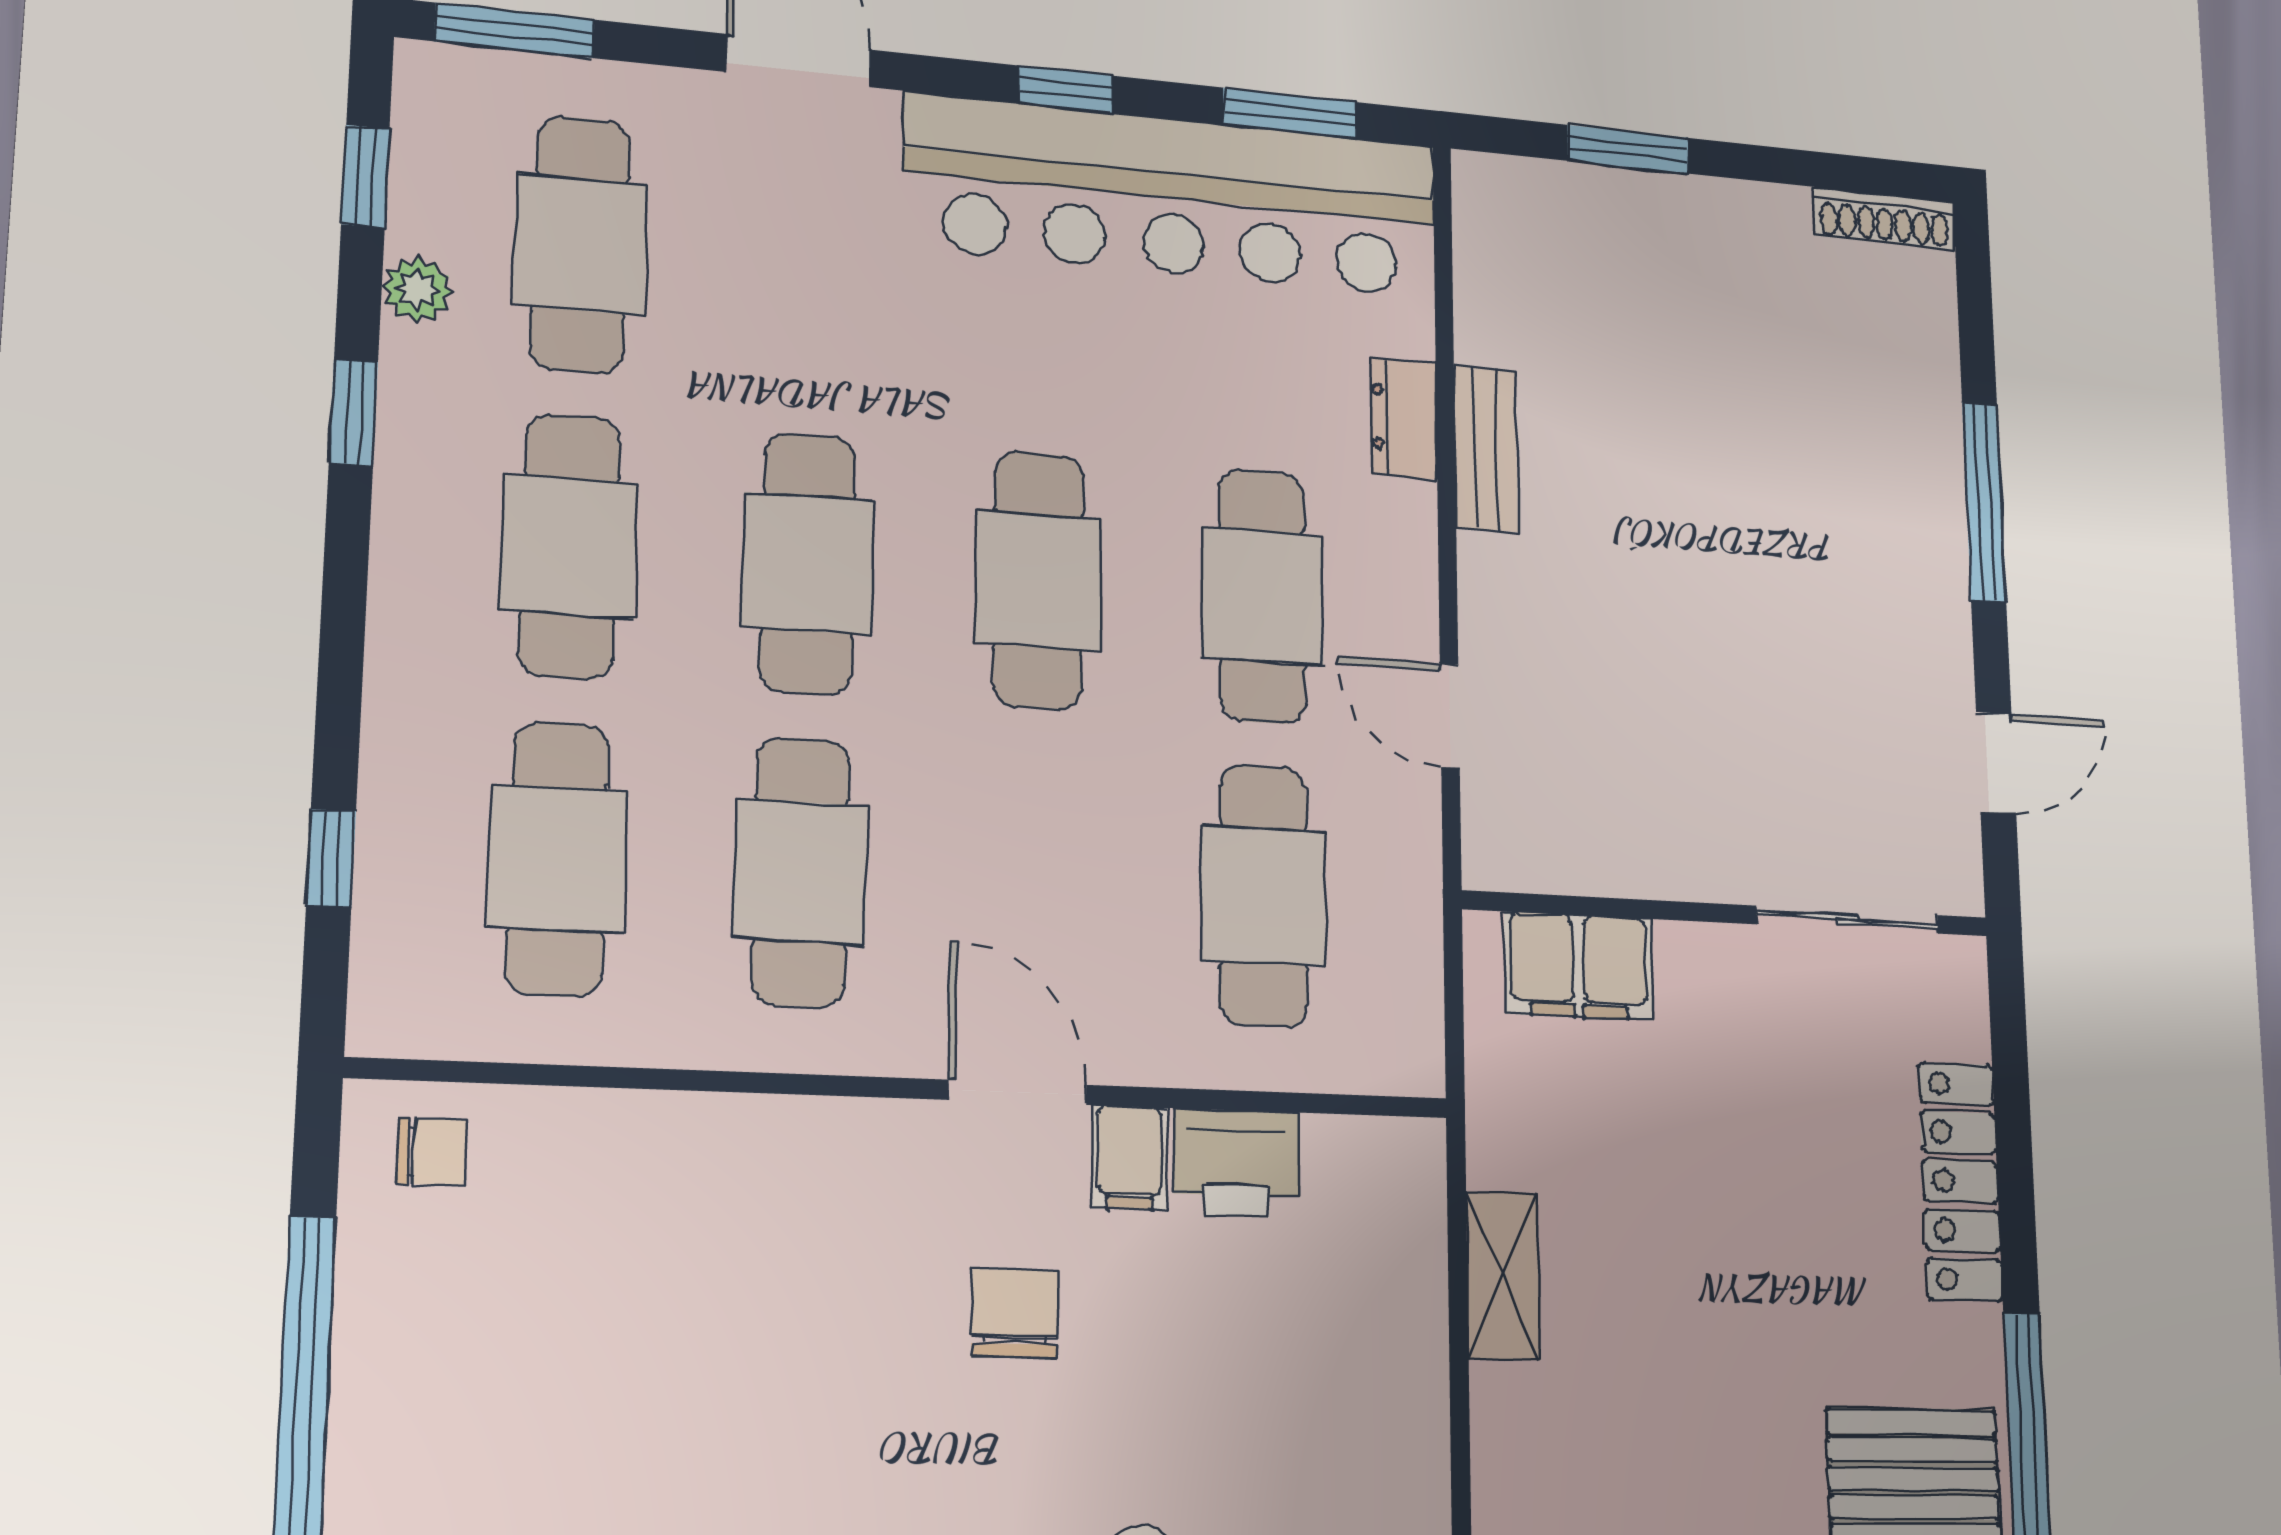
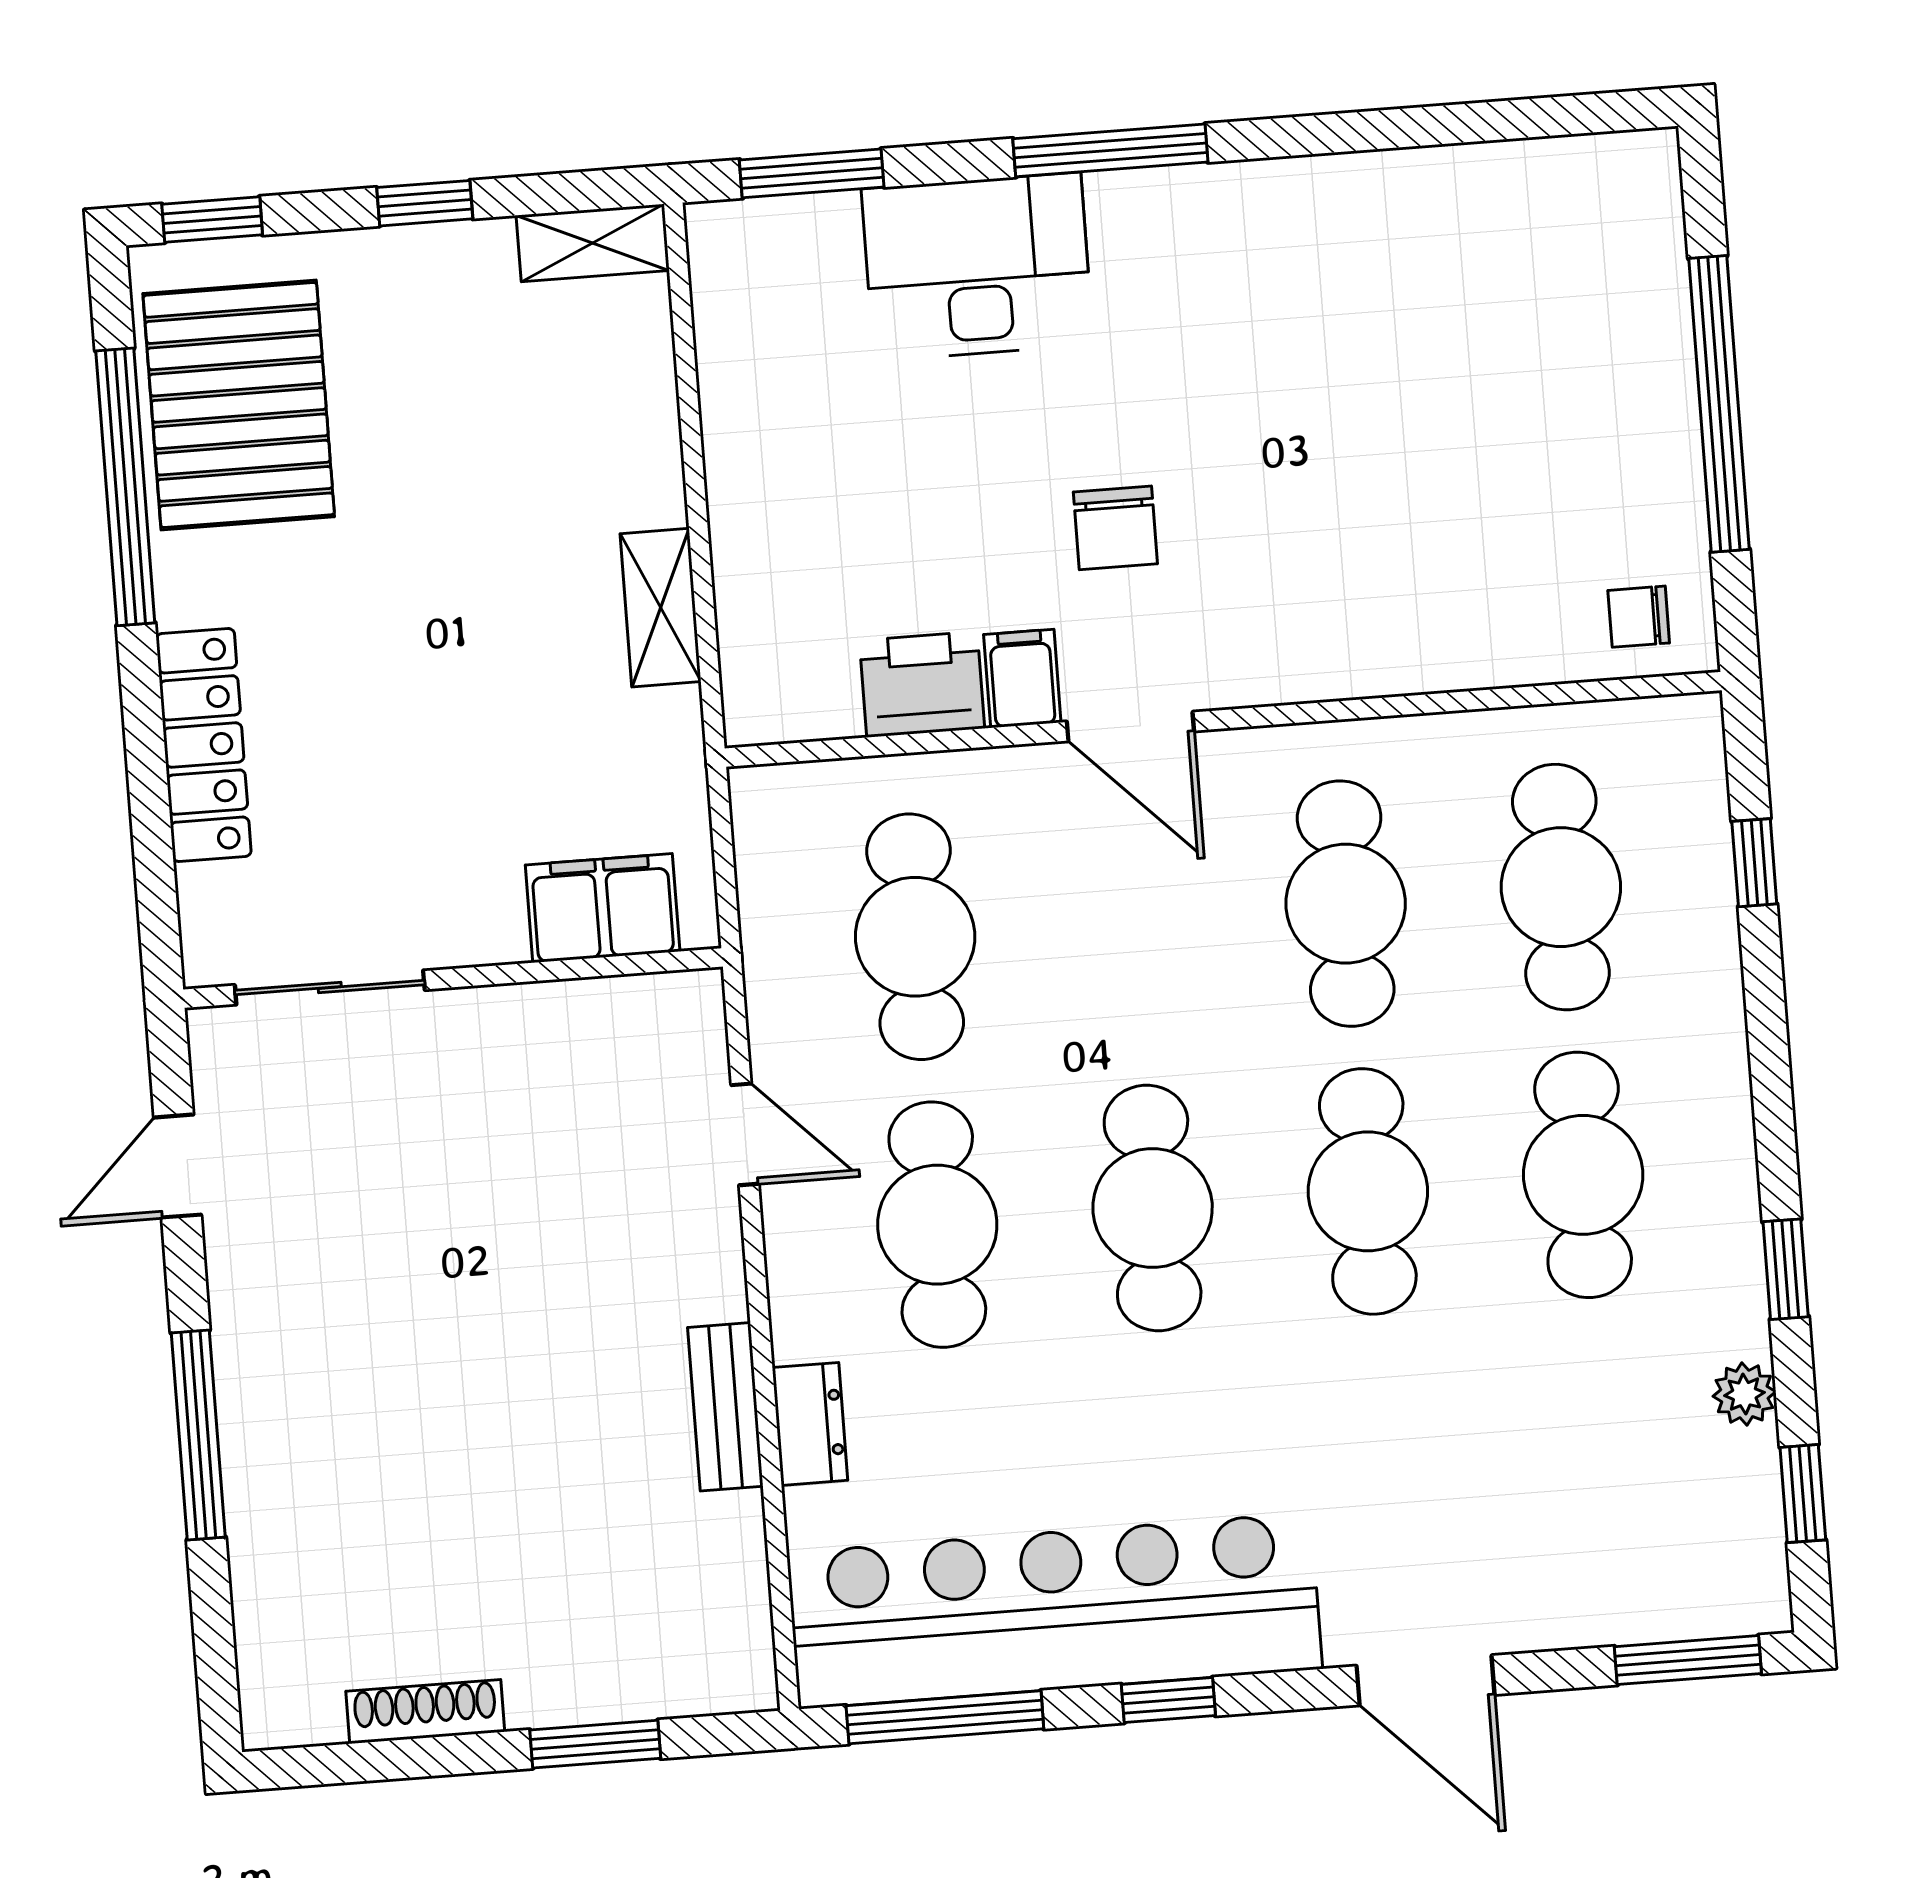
window: (1290, 113) -> (945, 1717), width x1.44
shoe rack: (1884, 218) -> (425, 1712), moved
cafe table: (581, 244) -> (1605, 1463), removed

